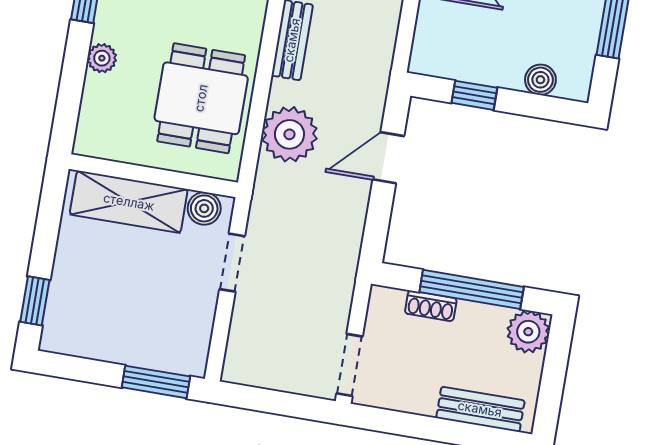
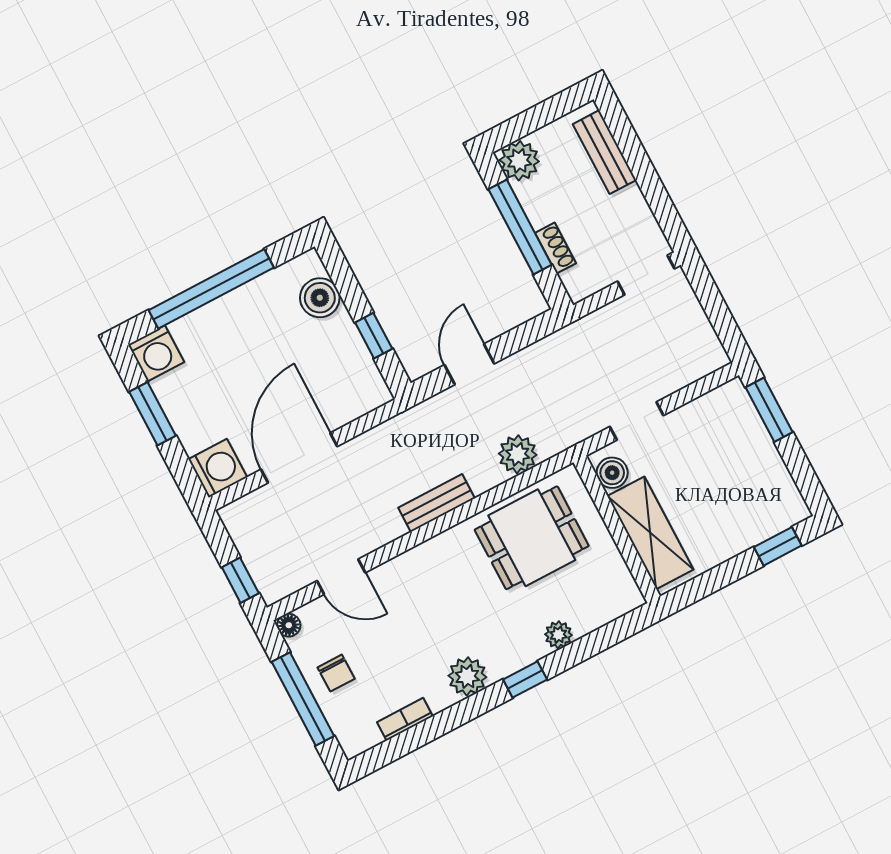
boiler: (540, 80) -> (320, 298), width x1.36, depth x1.36
plant: (289, 134) -> (518, 454), width x0.73, depth x0.73
door: (388, 158) -> (469, 364), swing flipped

